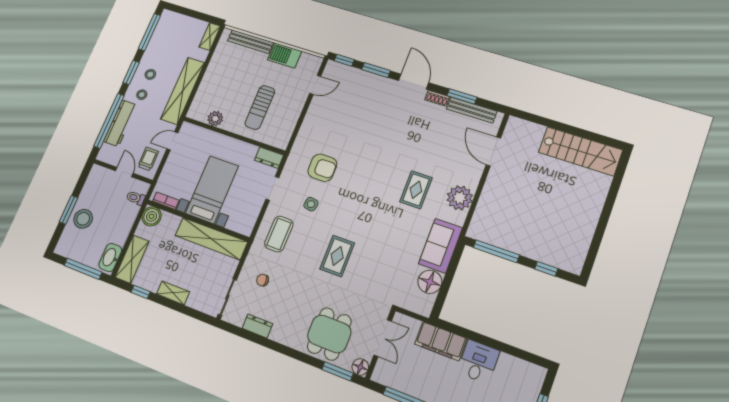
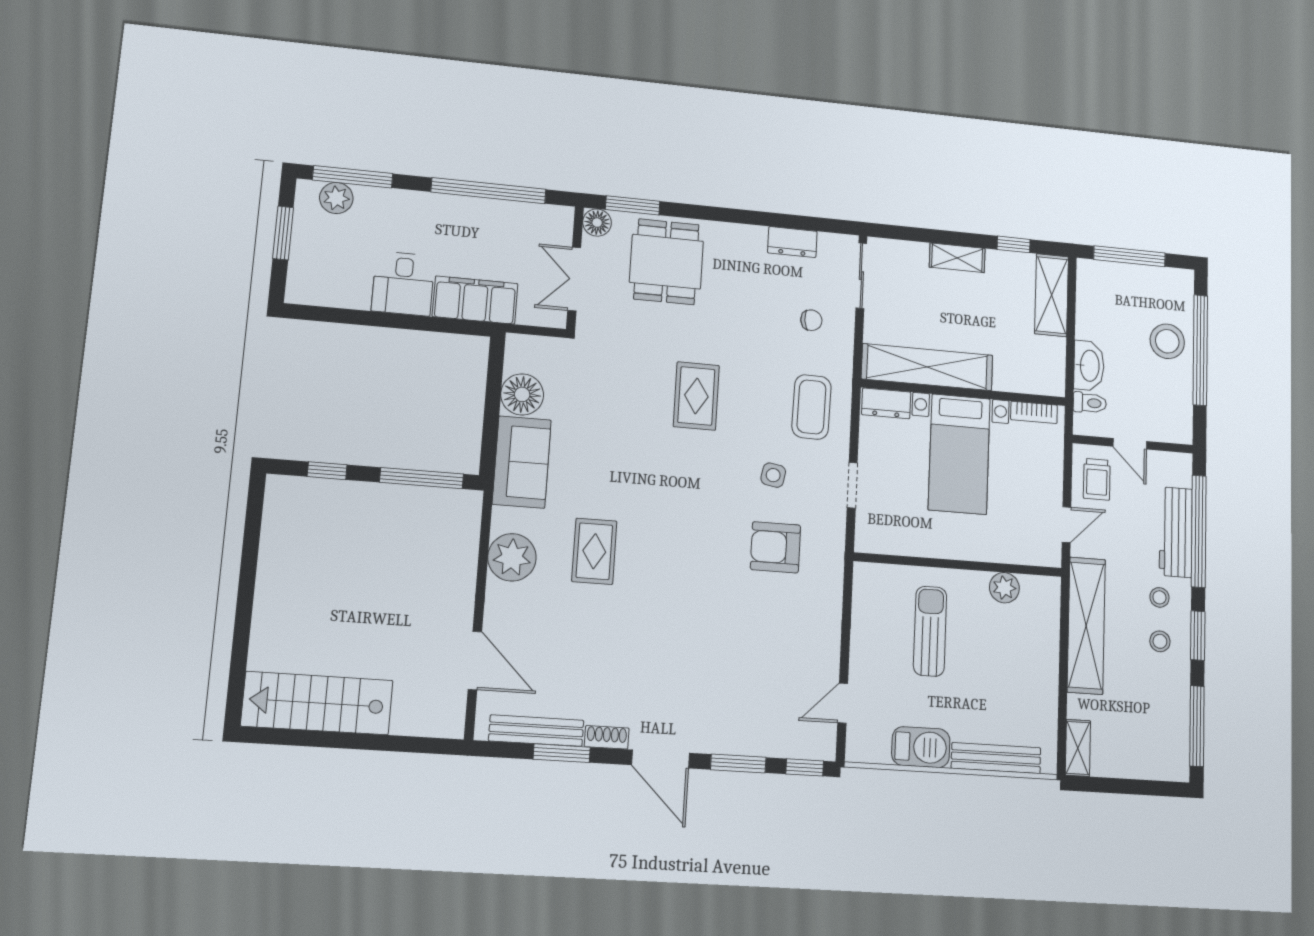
dresser: (269, 158) -> (886, 403), moved, turned 180
window: (69, 210) -> (1200, 350), width x2.11
boiler: (152, 216) -> (1048, 378), removed
washbasin: (110, 258) -> (1089, 366), moved

